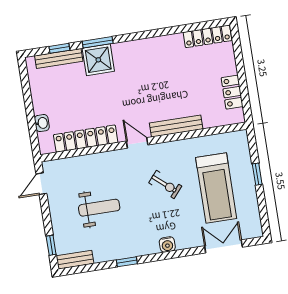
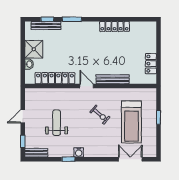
locker: (207, 36) -> (114, 26), moved
shower: (98, 60) -> (34, 49), moved
door: (41, 184) -> (23, 116), moved
weight bench: (99, 208) -> (57, 123), turned -90
water cooler: (167, 244) -> (79, 152), moved

